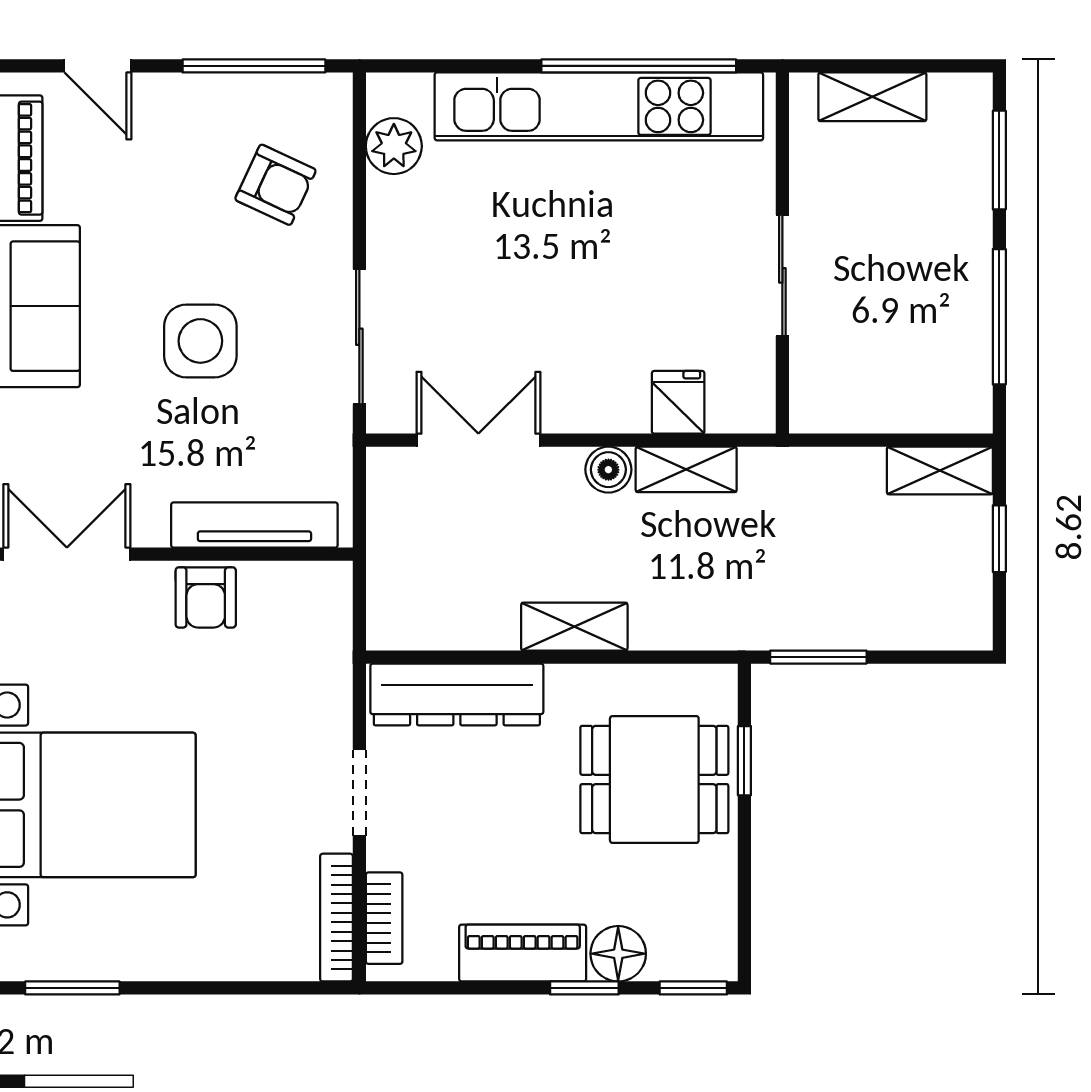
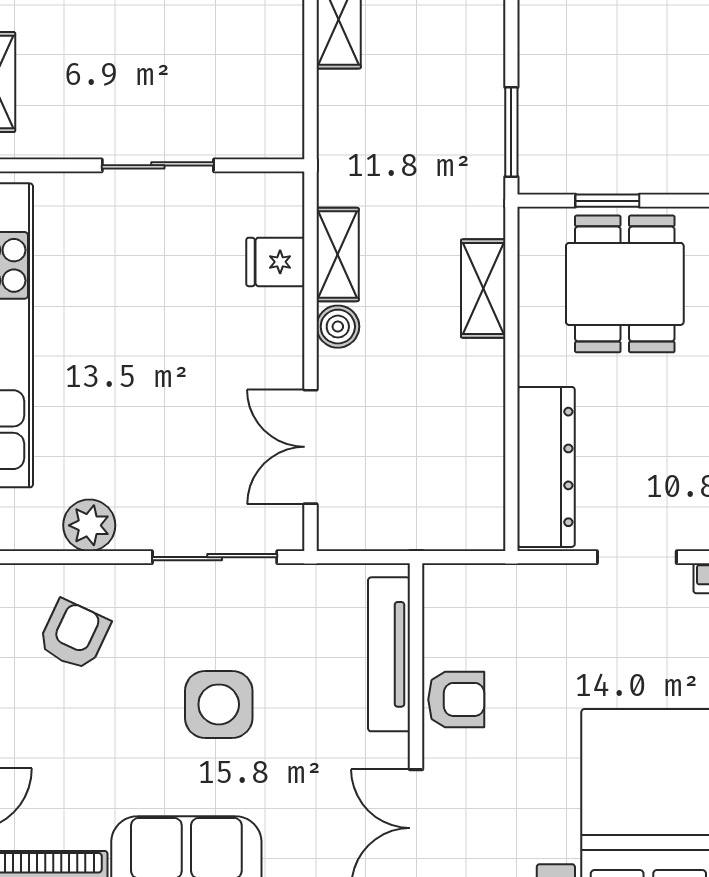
plant: (394, 146) -> (89, 525), moved
shelving: (574, 627) -> (483, 289), moved

